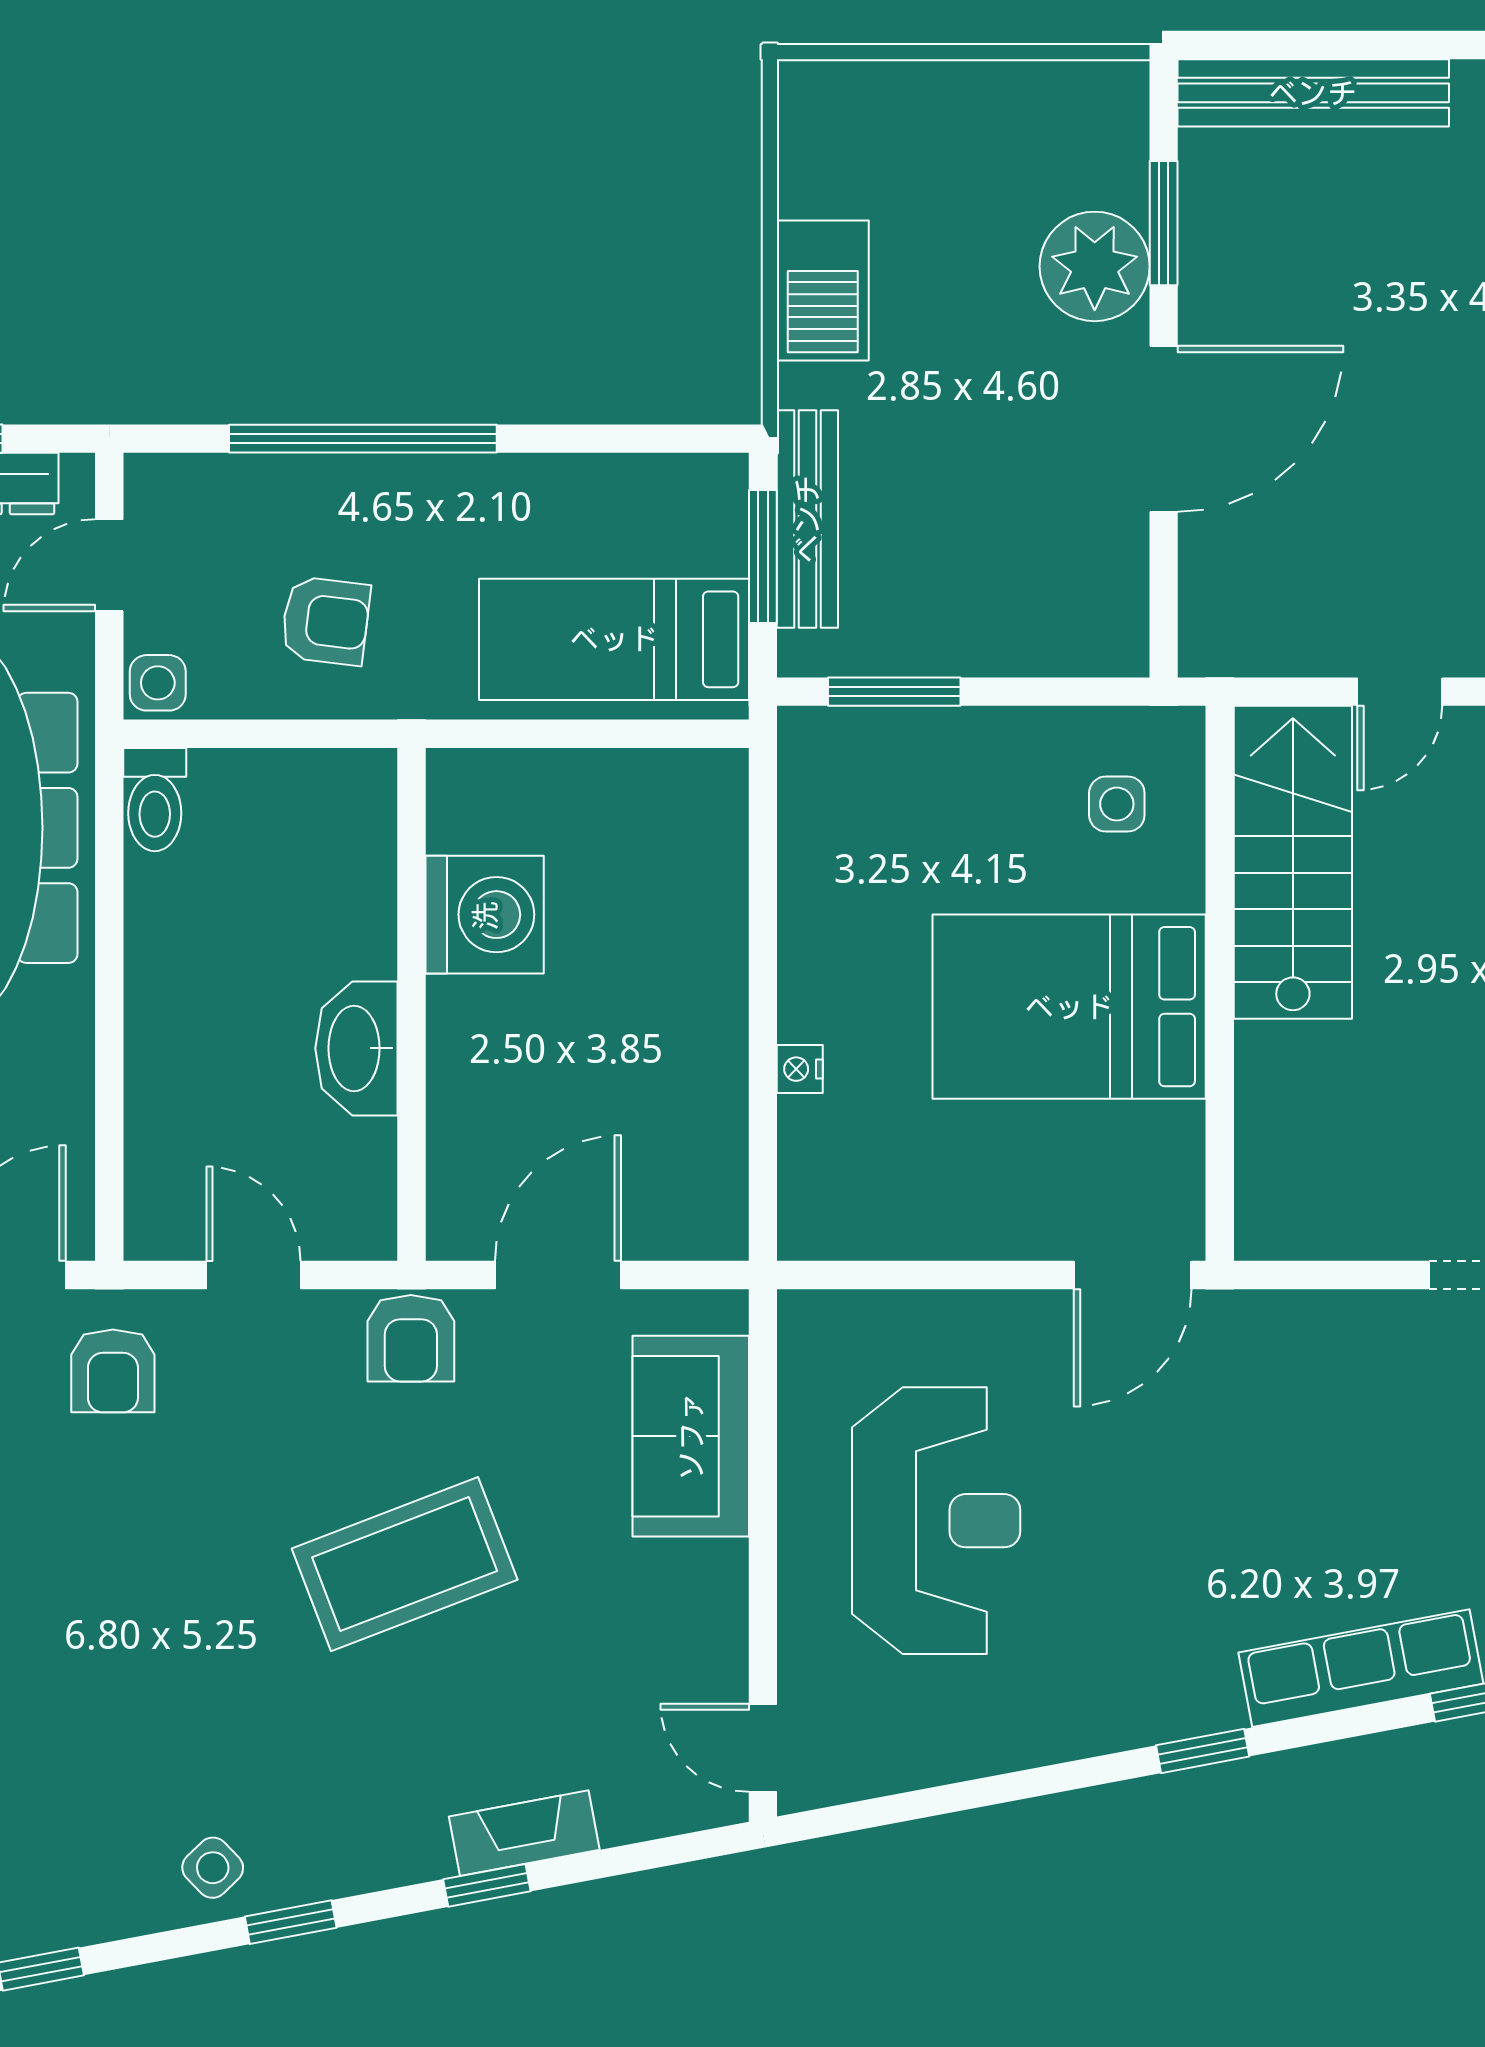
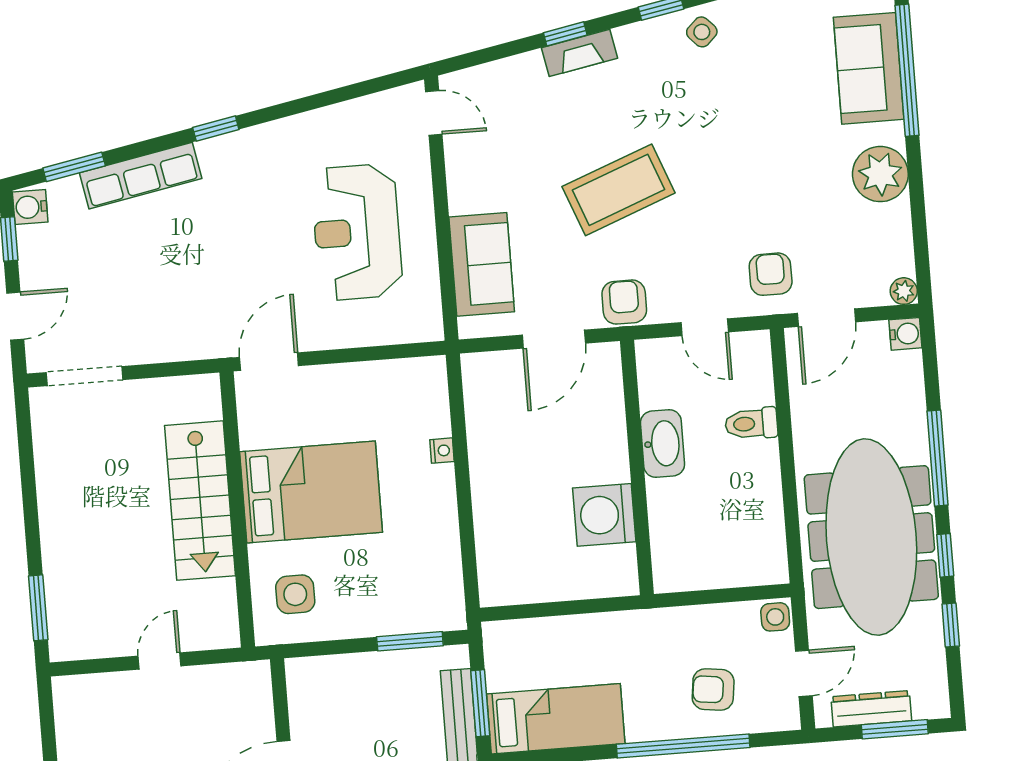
armchair: (326, 621) -> (713, 690), moved
bed: (614, 639) -> (556, 719), moved
toilet: (155, 800) -> (751, 424), moved, turned -90
side table: (1117, 804) -> (295, 594), width x1.37, depth x1.37
stairs: (1293, 862) -> (200, 501), moved
fireplace: (524, 1833) -> (579, 53), moved

